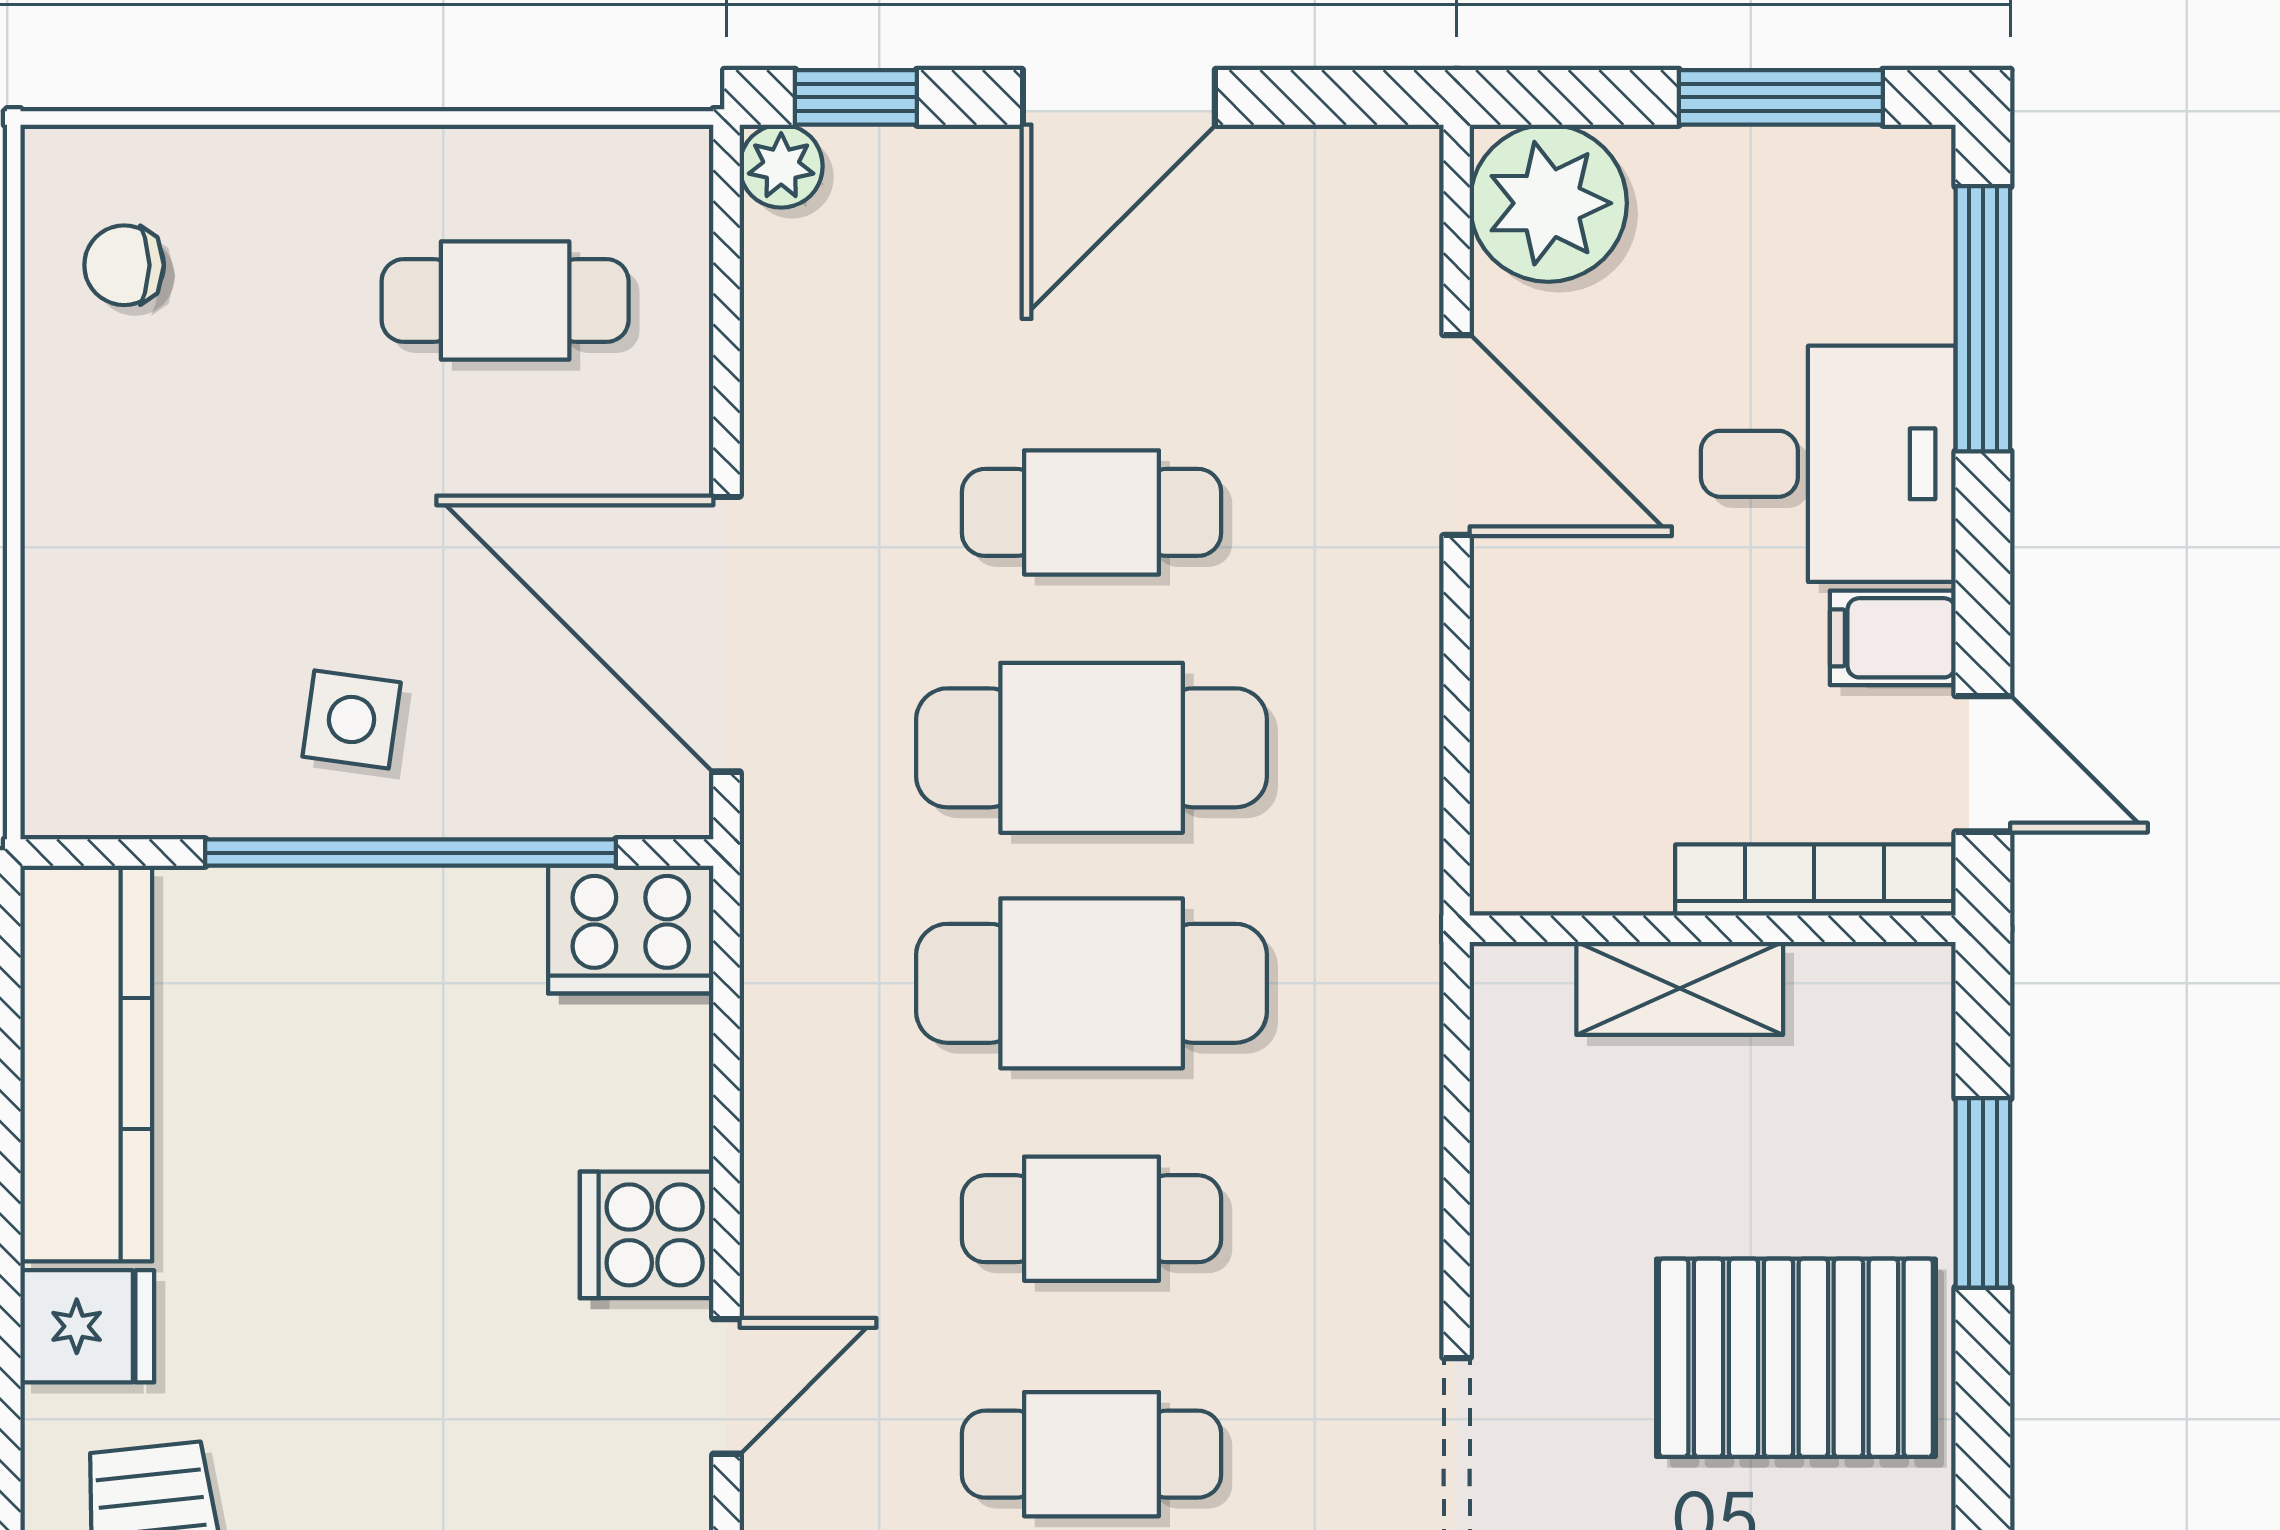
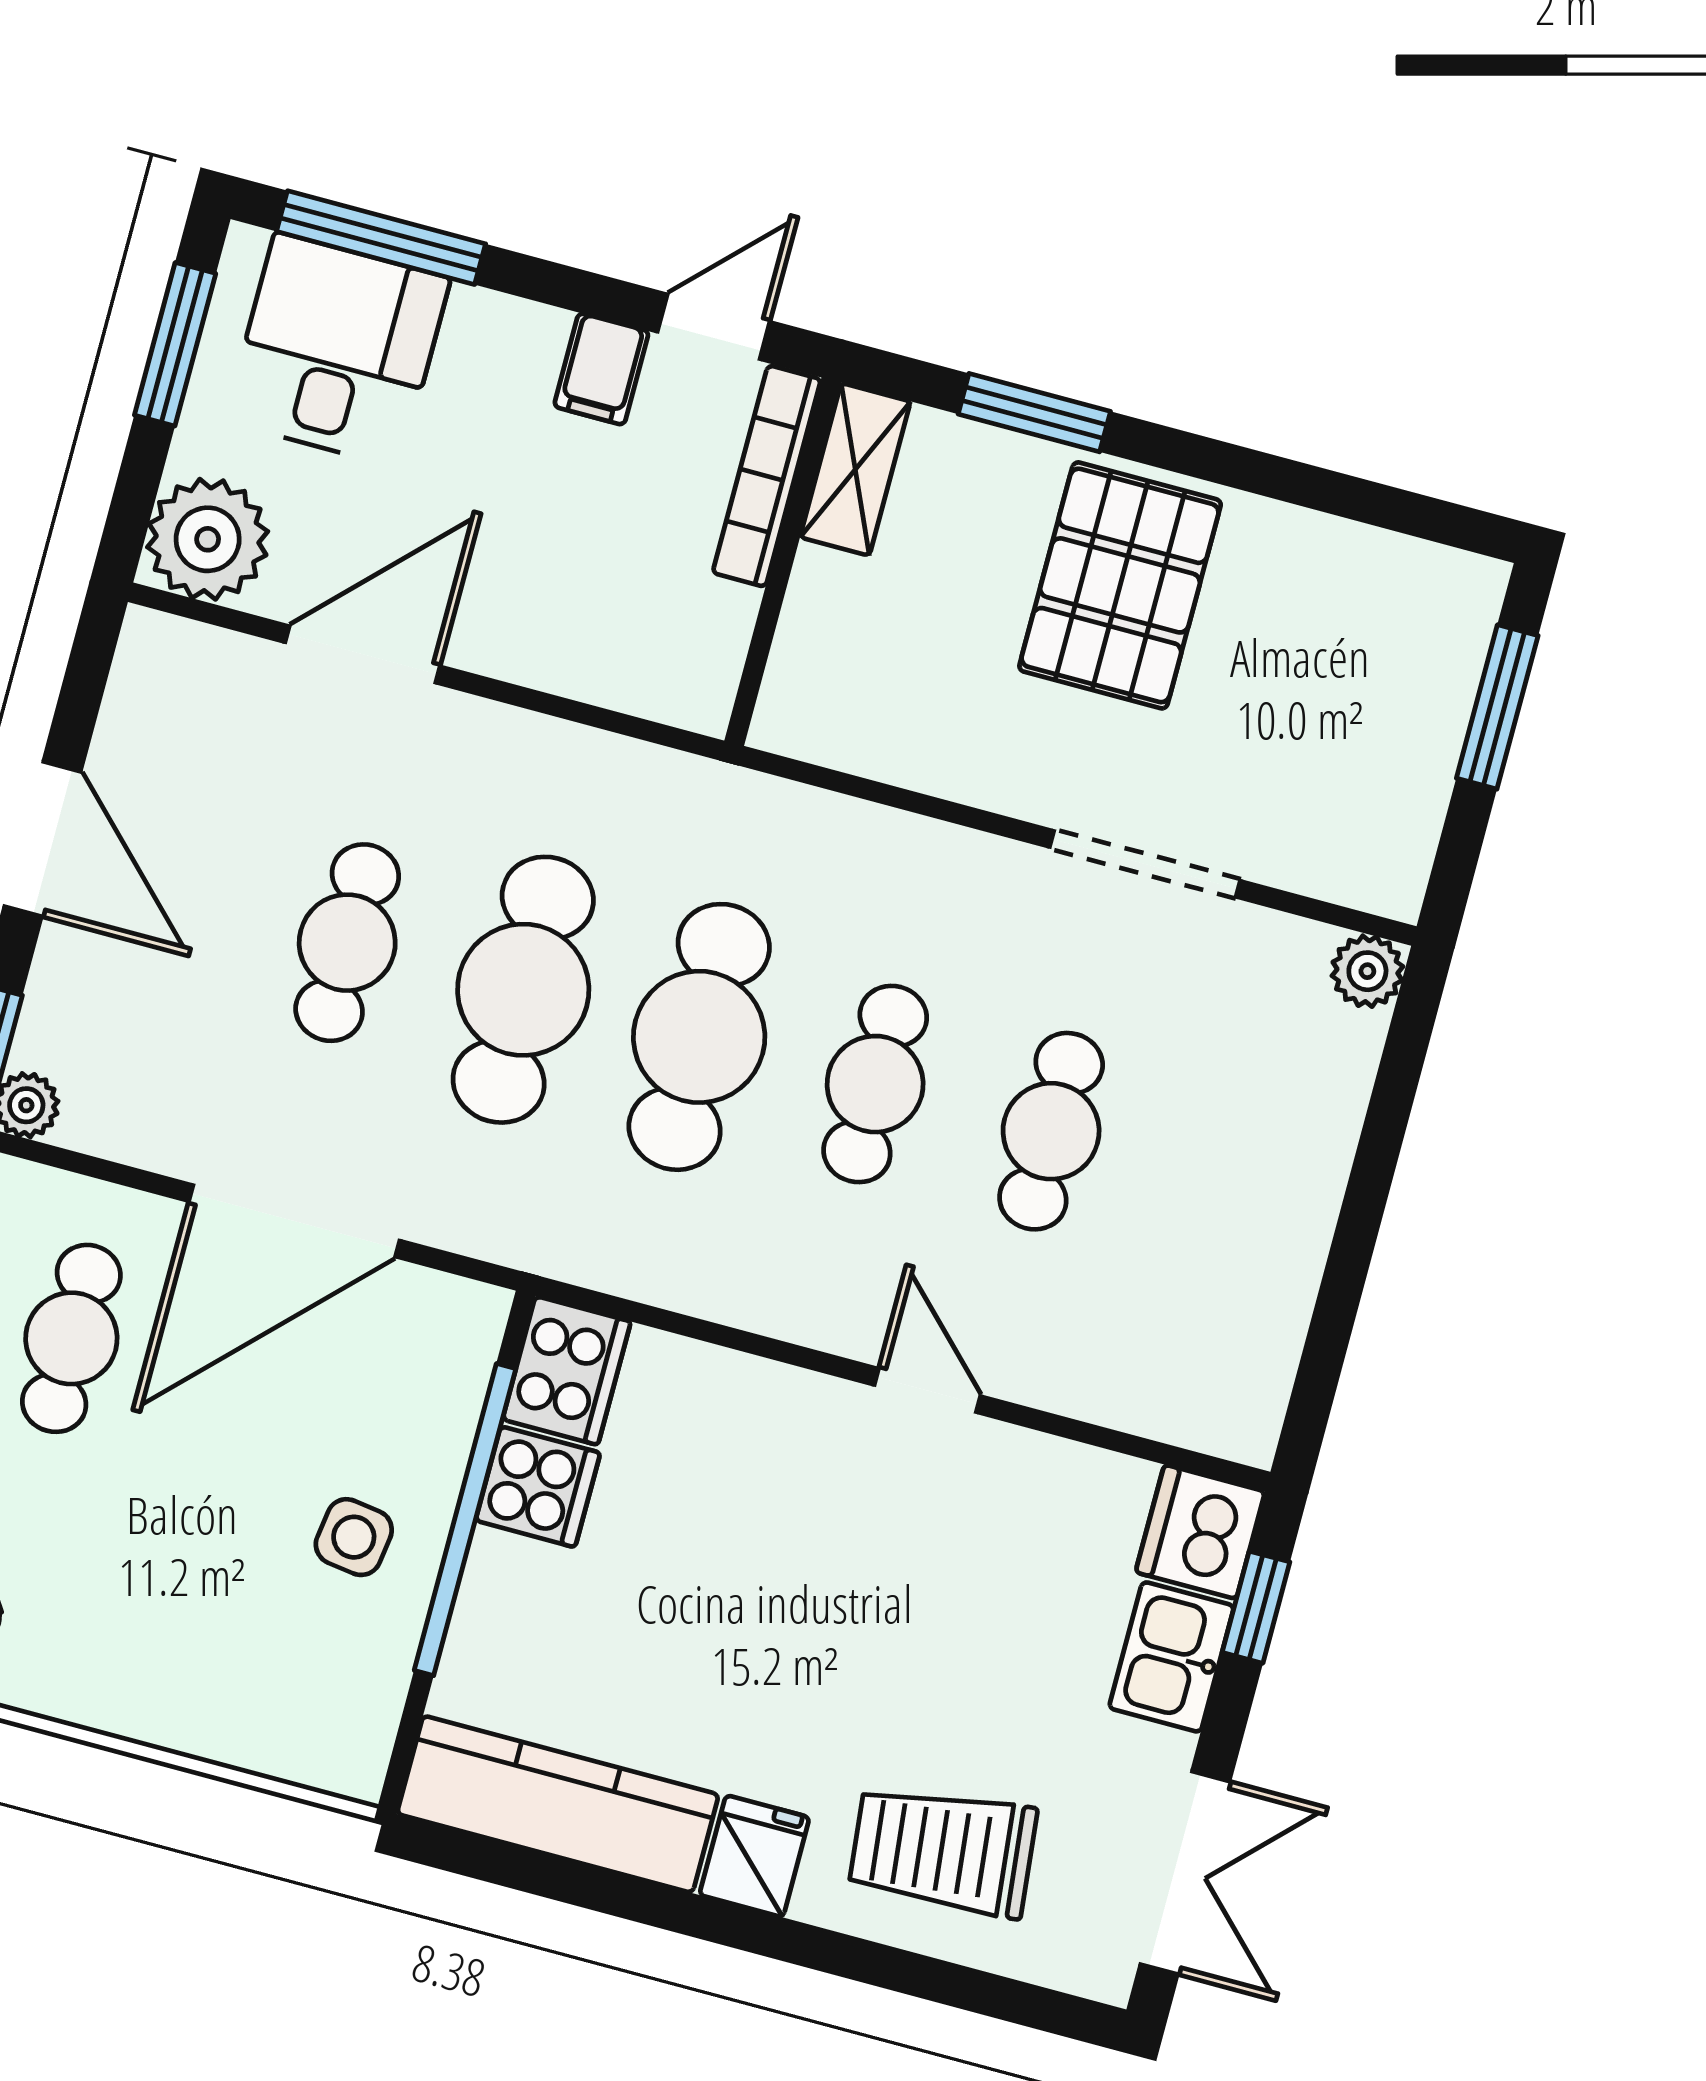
desk: (1828, 464) -> (337, 350), moved
door: (726, 634) -> (294, 1221), moved
shelving: (1680, 988) -> (855, 469), moved
cooker: (647, 1235) -> (538, 1487), moved, turned -90

